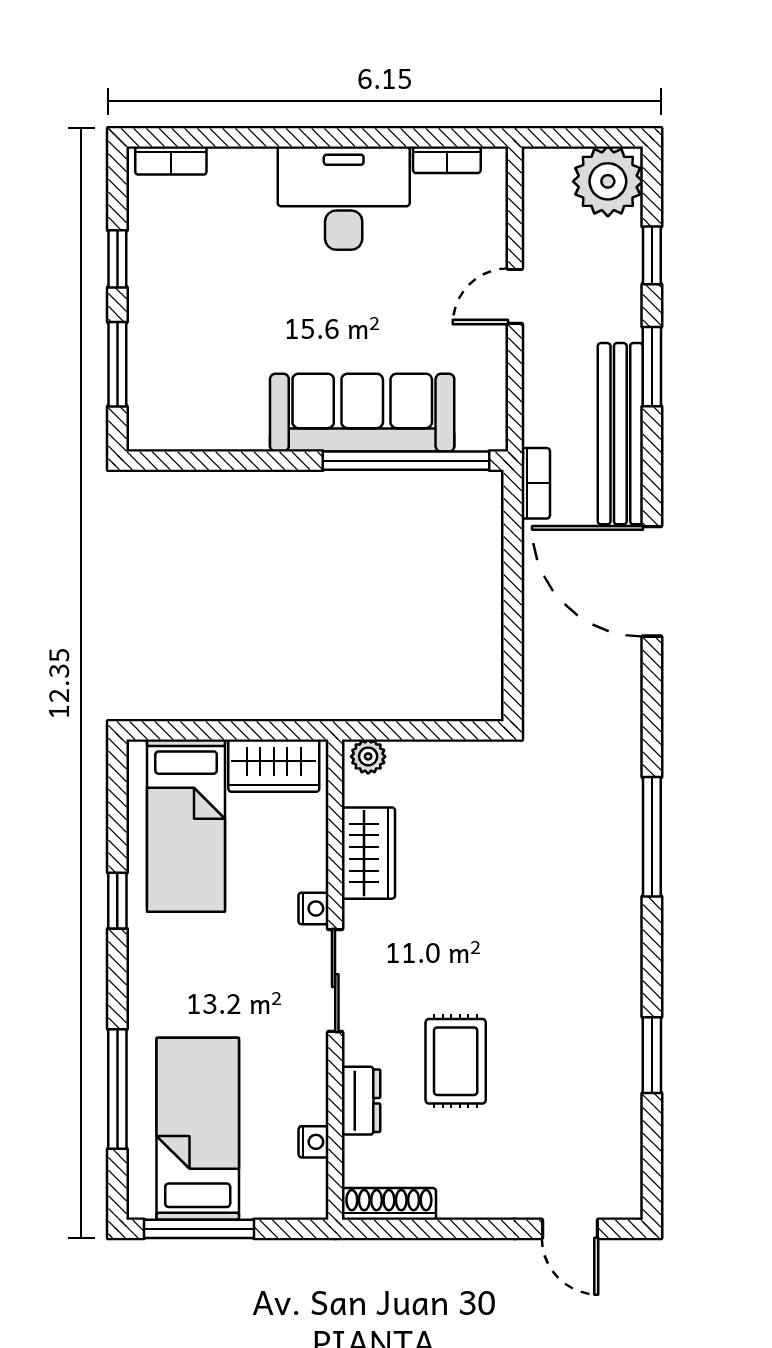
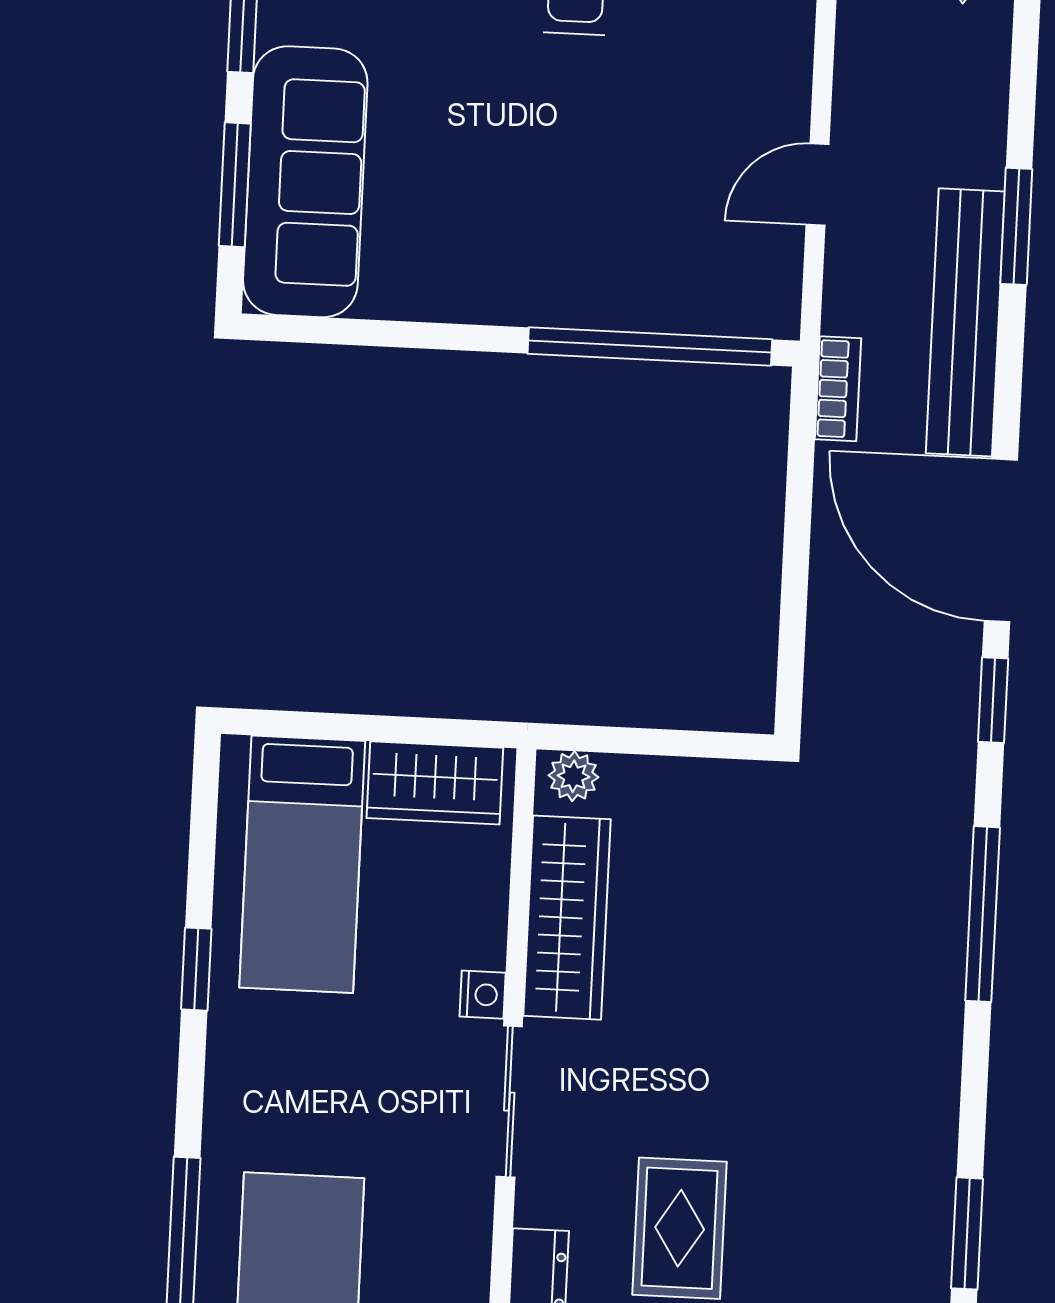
window: (652, 255) -> (993, 700), moved
door: (515, 296) -> (817, 185), moved
sofa: (362, 413) -> (305, 182), moved, turned 90
wardrobe: (368, 853) -> (567, 918), width x1.50

